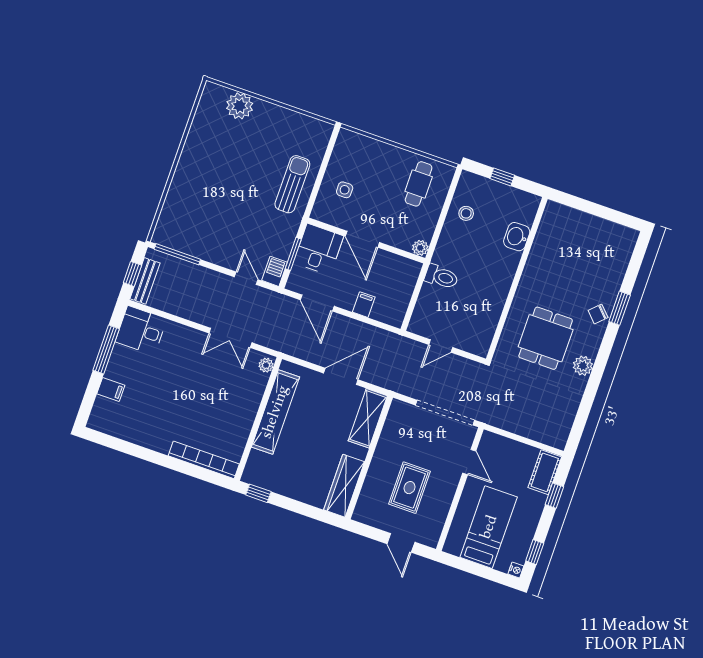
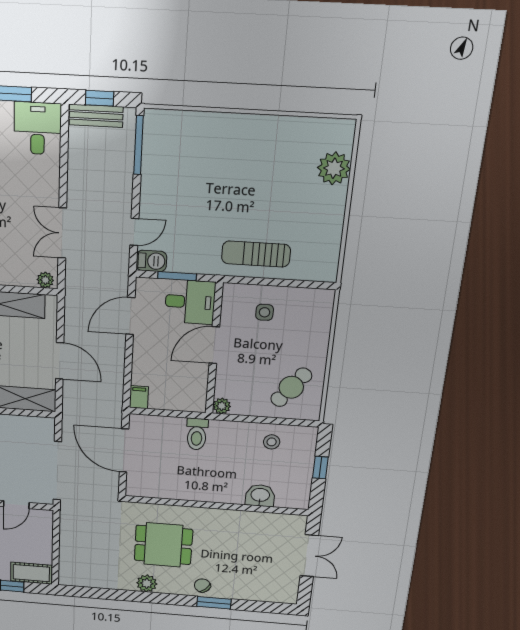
sun lounger: (292, 184) -> (256, 254), turned 180
cafe table: (419, 184) -> (291, 387), turned -52
double door: (590, 208) -> (309, 556), added
filing cabinet: (364, 305) -> (139, 397), moved, turned -90
door: (441, 346) -> (124, 451), width x1.87

